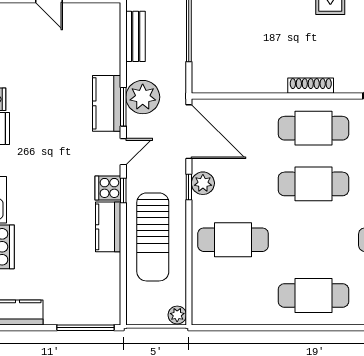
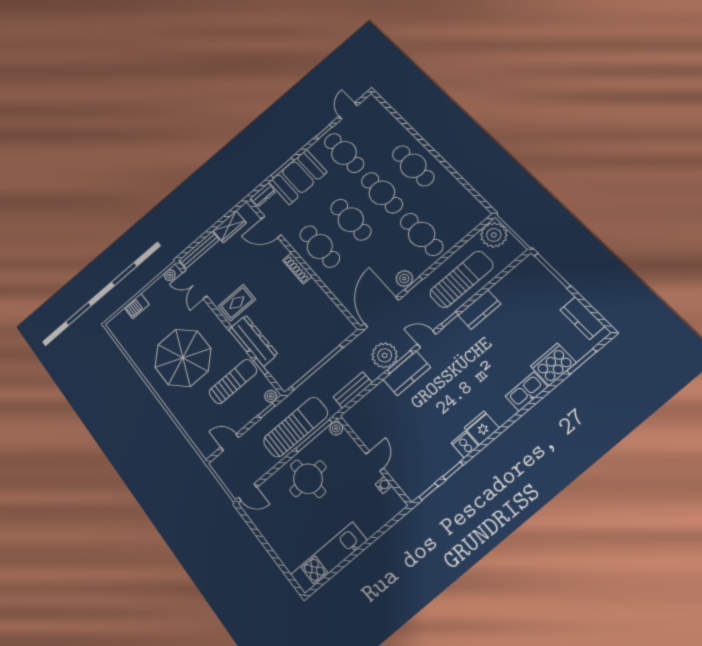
cooker: (108, 188) -> (456, 330), removed
cafe table: (313, 240) -> (382, 193), added
plant: (177, 315) -> (494, 235), width x1.87, depth x1.87

